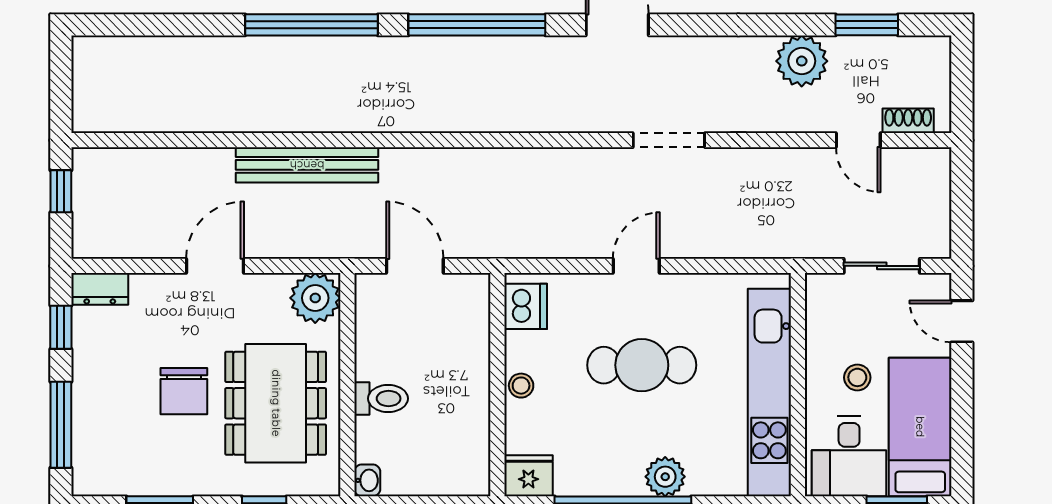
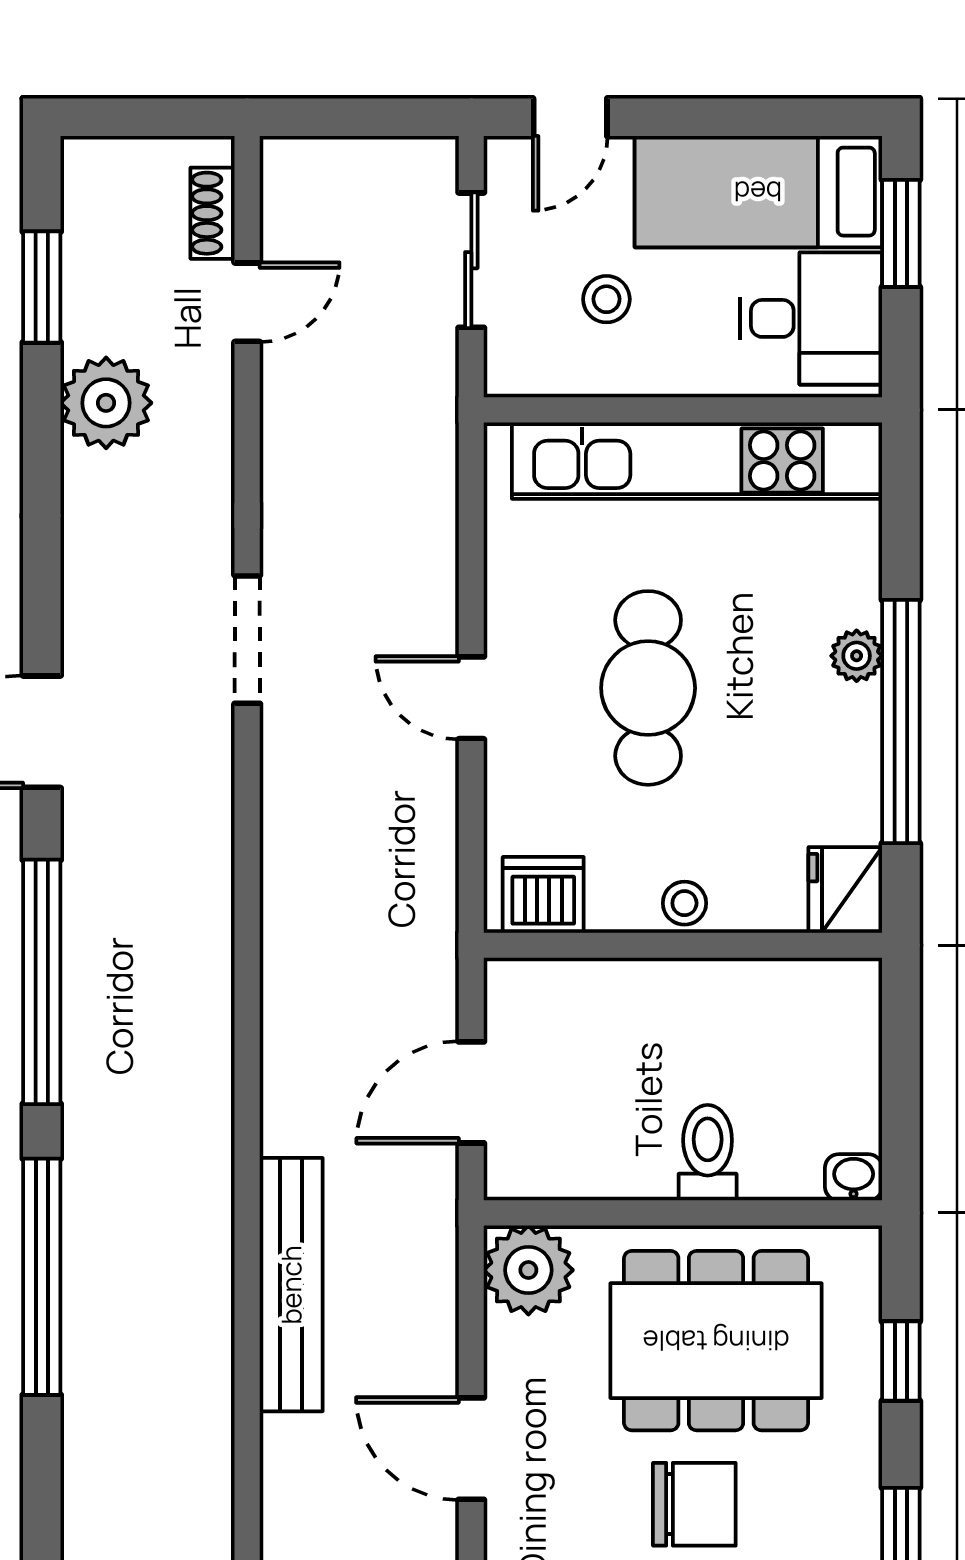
stool: (857, 377) -> (606, 299), moved
plant: (665, 477) -> (857, 656), width x0.73, depth x0.73

